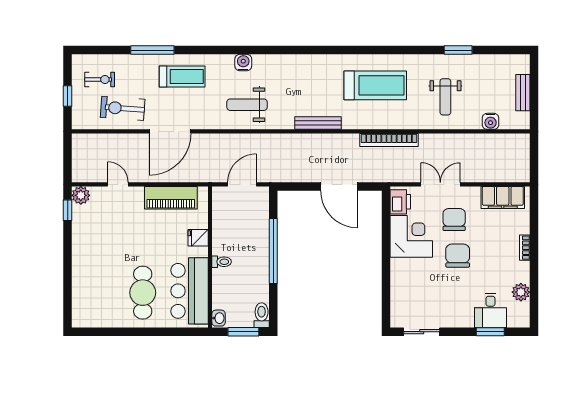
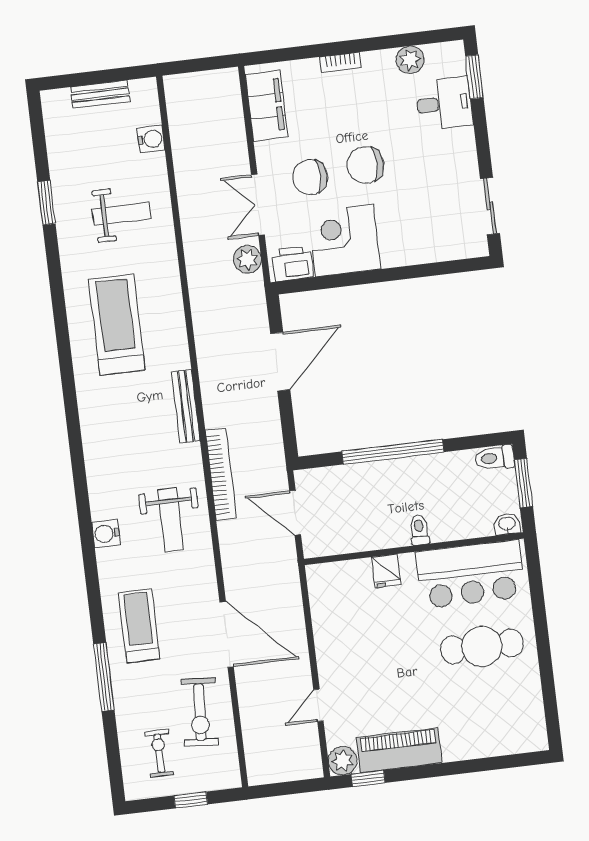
bookcase: (389, 140) -> (221, 474), moved
plant: (407, 173) -> (247, 259), added
piano: (171, 198) -> (399, 750), moved, turned -90
window: (490, 332) -> (474, 77), moved

